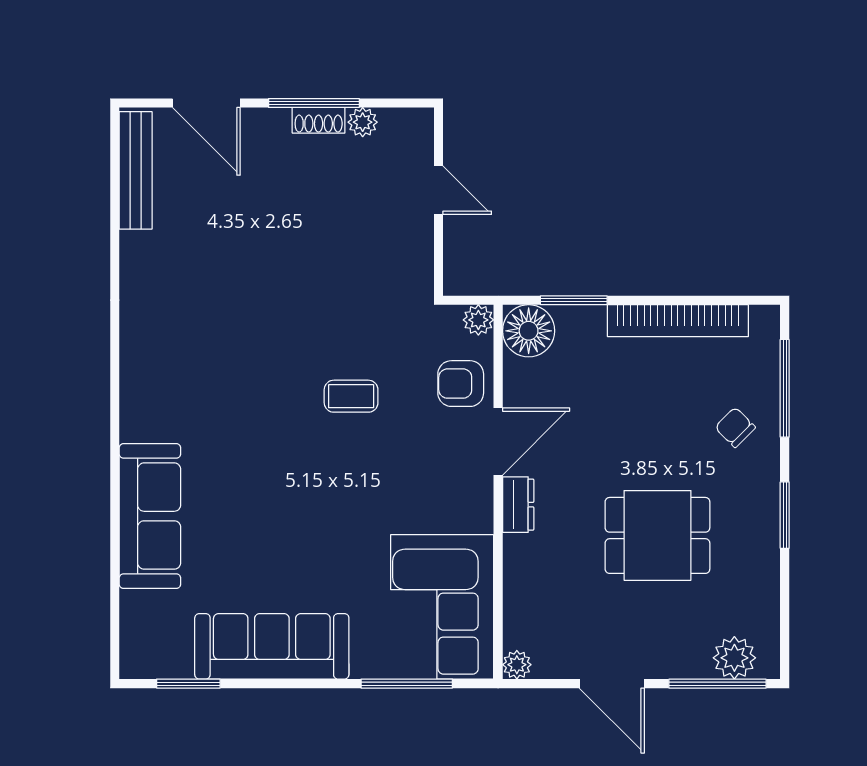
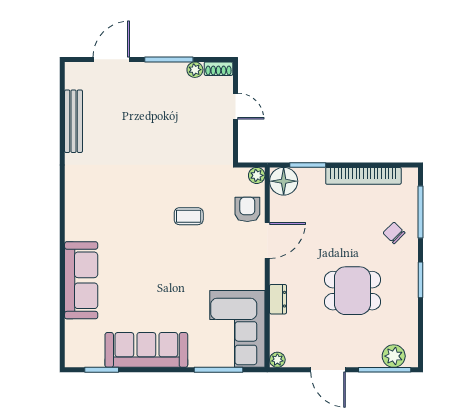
door: (206, 103) -> (111, 59), swing flipped
shoe rack: (319, 120) -> (218, 69), moved
bench: (136, 170) -> (74, 121), moved
armchair: (461, 384) -> (247, 209), turned 90
dresser: (518, 505) -> (278, 299), moved

